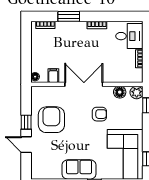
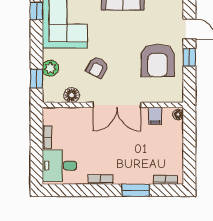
plant: (137, 92) -> (50, 68), moved
armchair: (99, 114) -> (97, 67), turned -61

